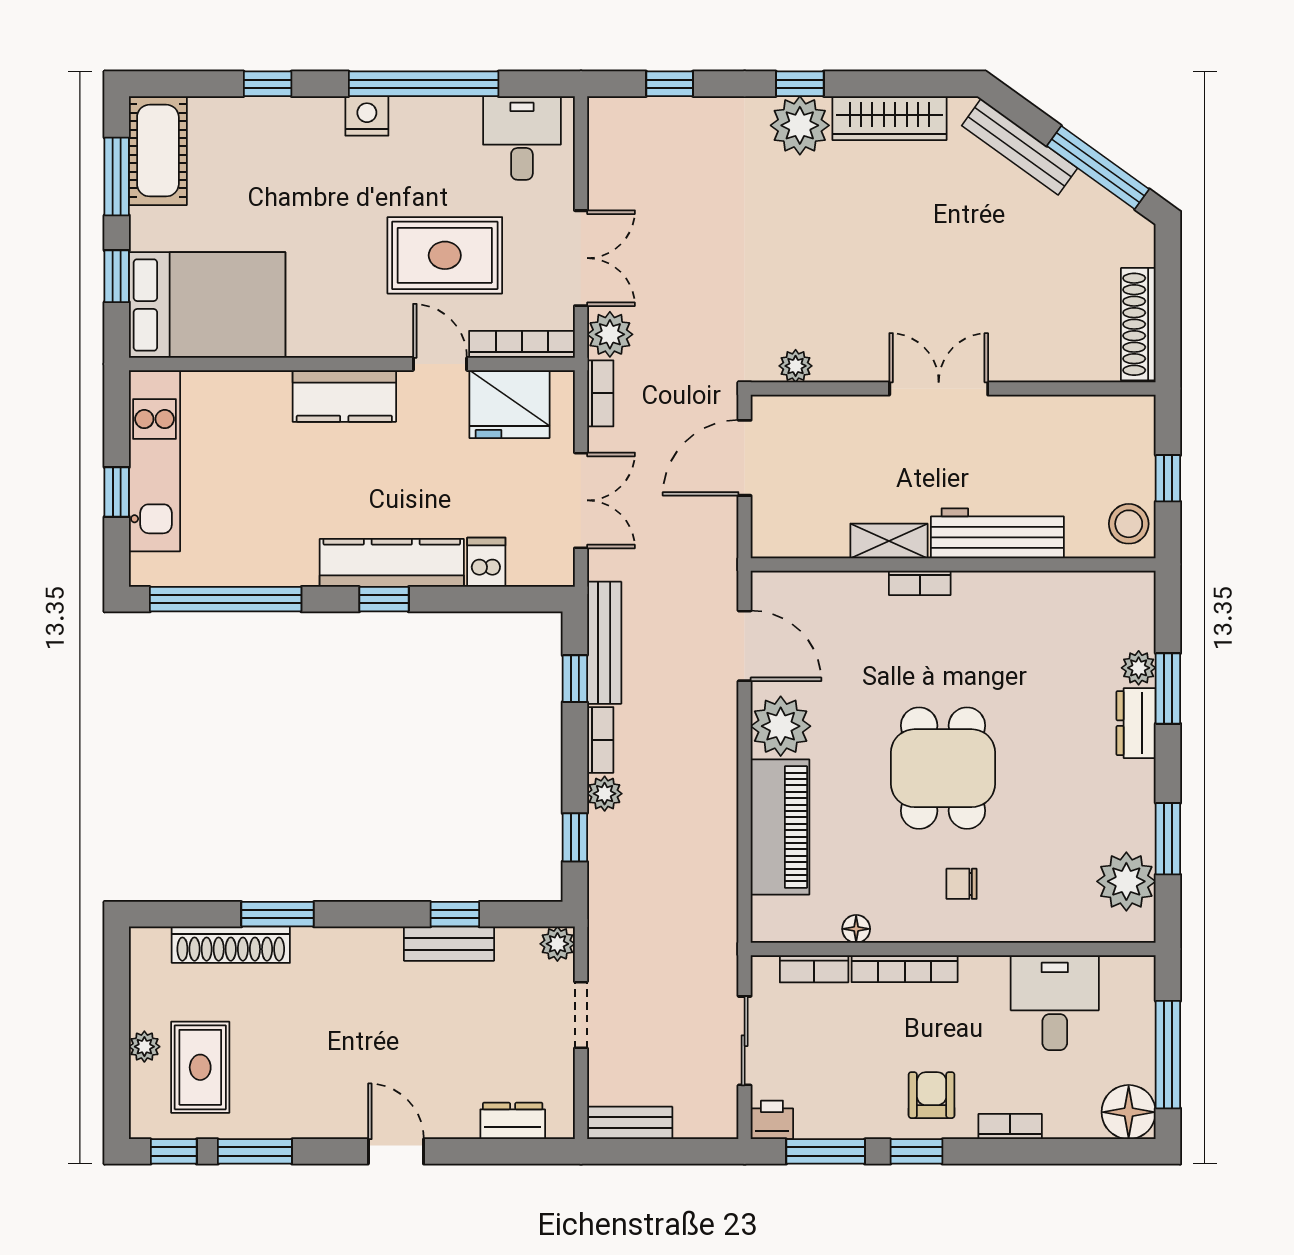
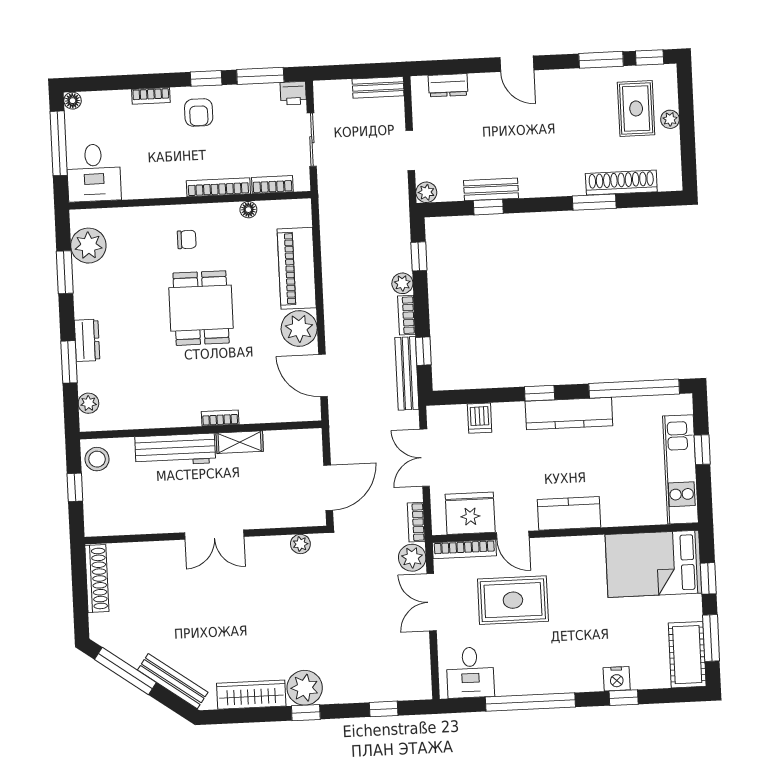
nightstand: (367, 116) -> (617, 679), moved
kitchen counter: (392, 563) -> (569, 414), moved
plant: (1139, 668) -> (88, 403), moved
desk: (1055, 1003) -> (94, 173), moved
floor lamp: (1129, 1112) -> (73, 101), width x0.53, depth x0.53

